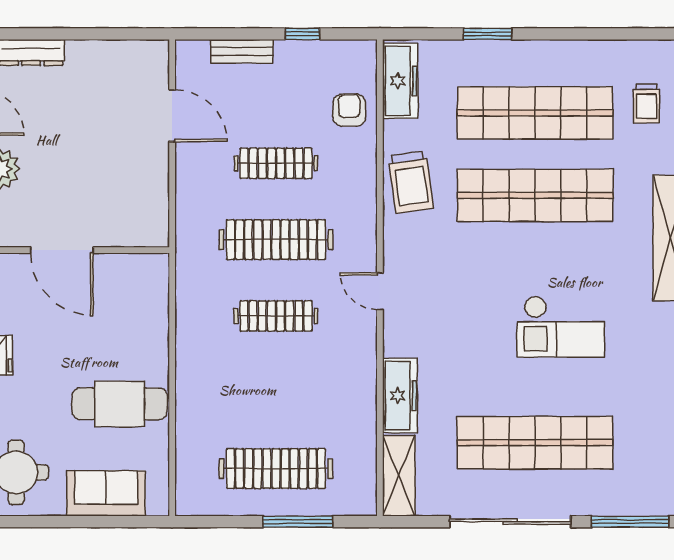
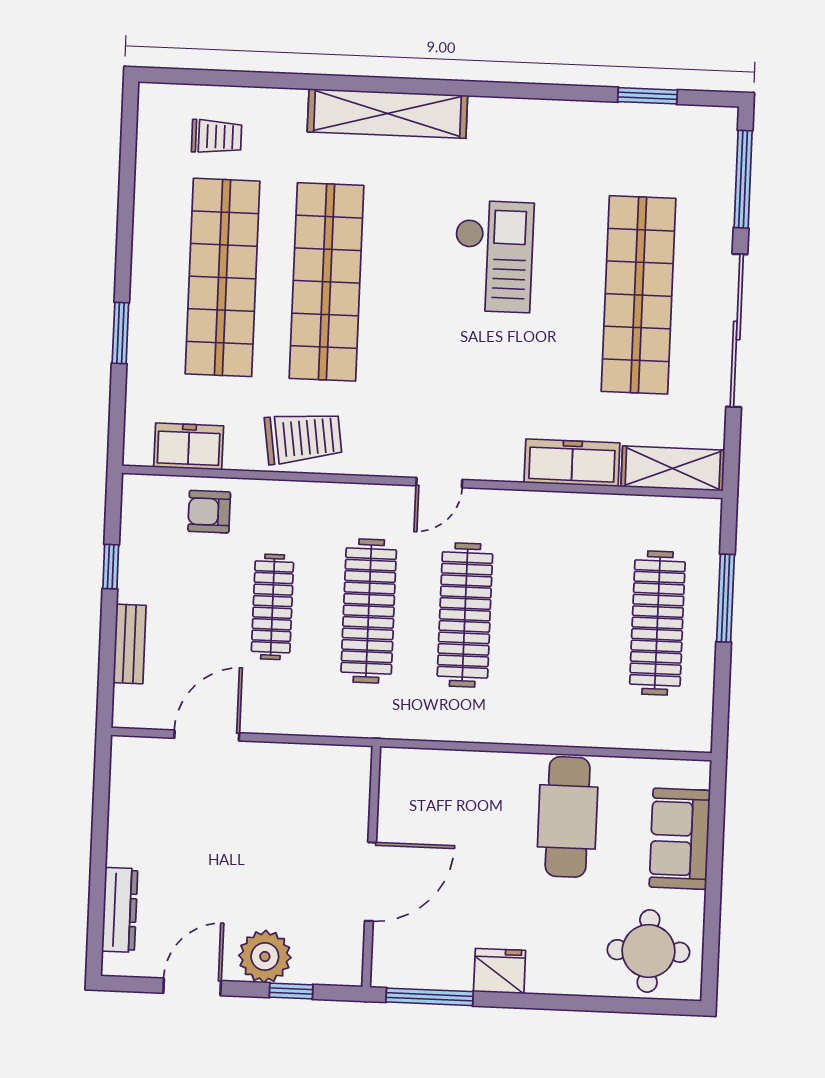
freezer: (400, 81) -> (189, 446), width x0.71
clothes rail: (276, 316) -> (465, 615), width x1.37, depth x1.31

